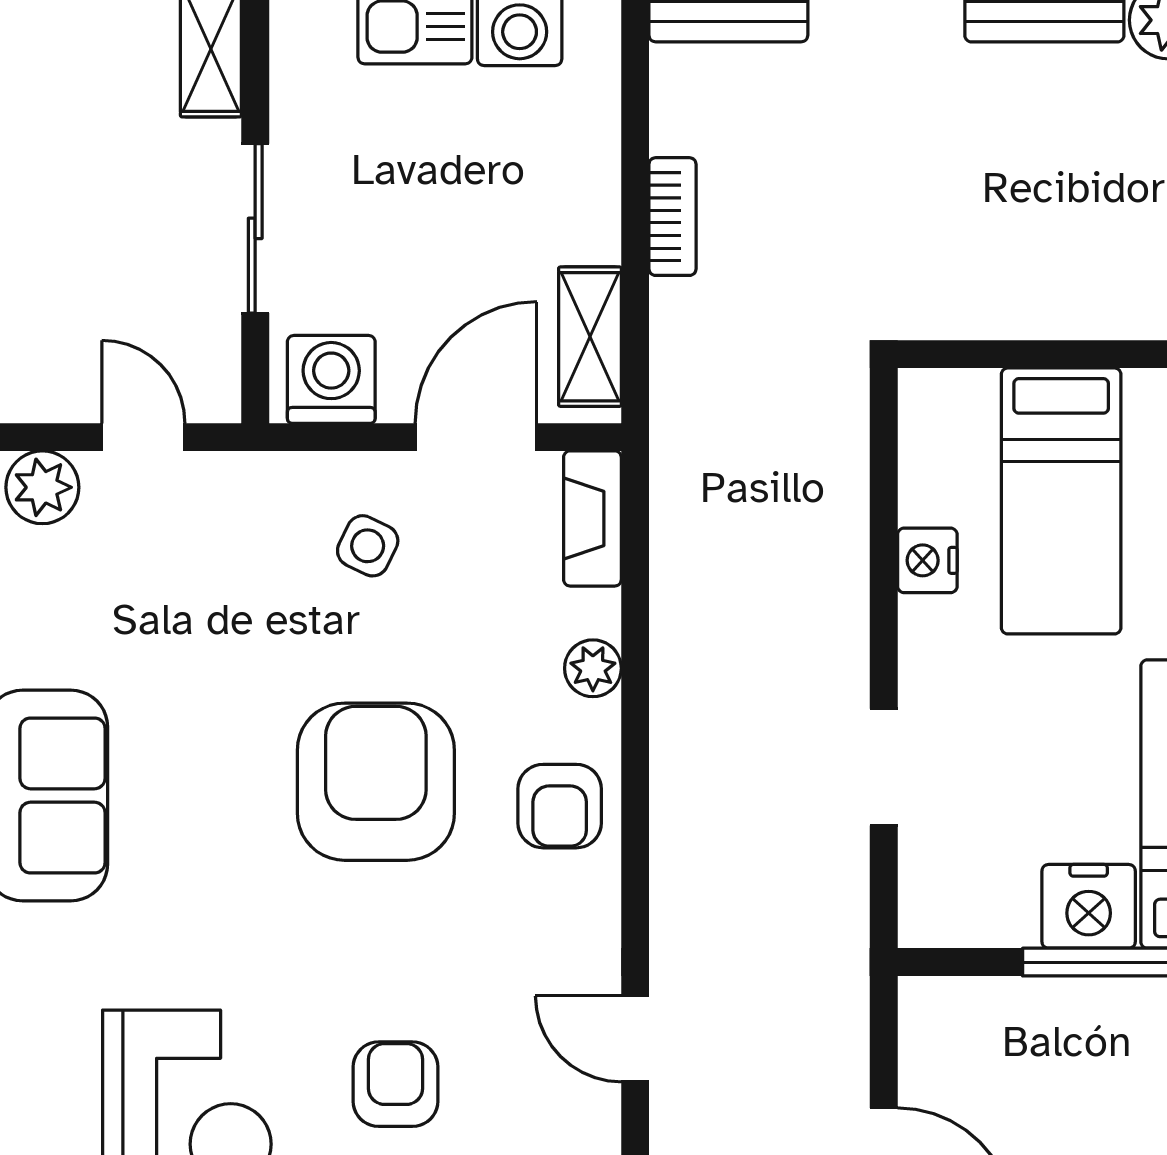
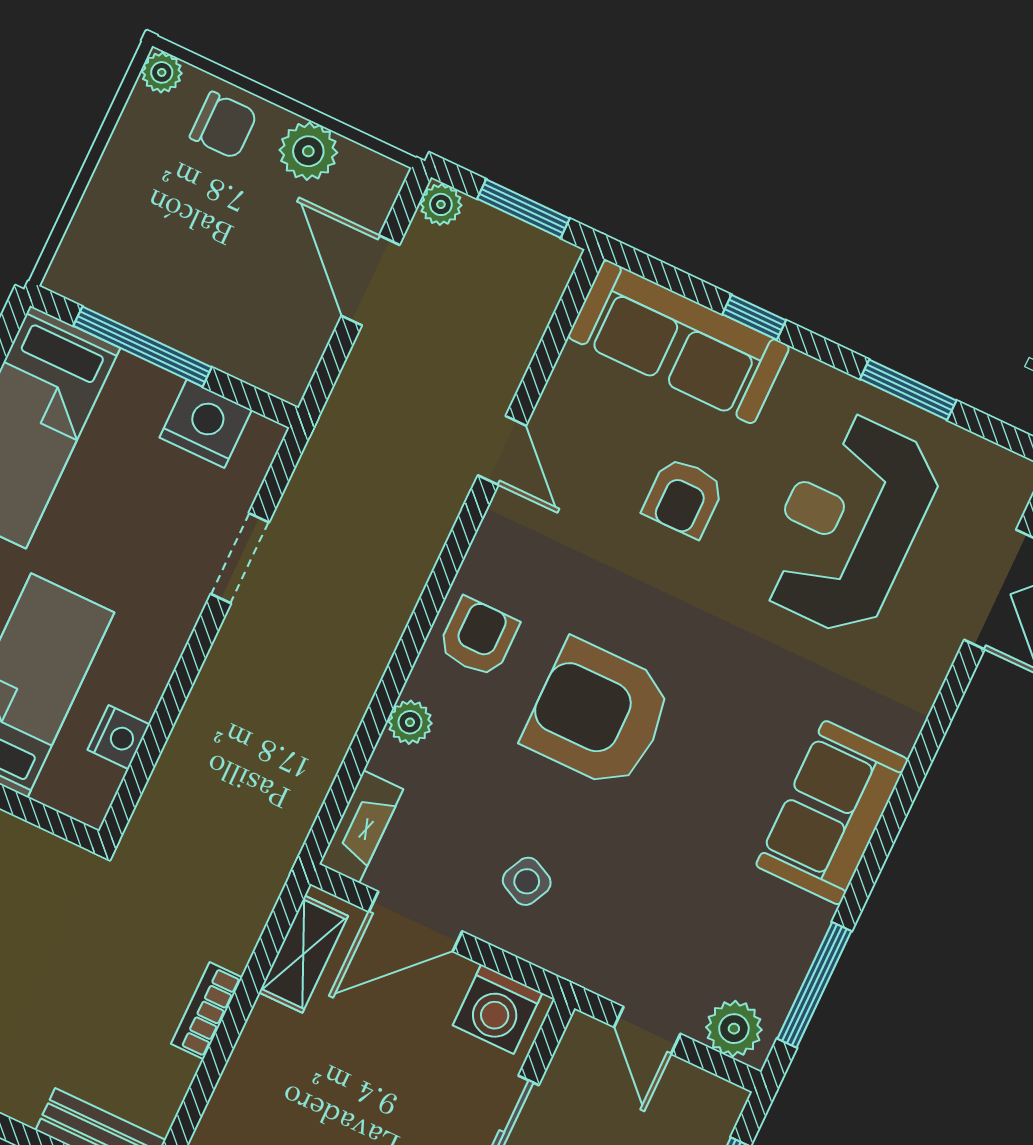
nightstand: (927, 560) -> (119, 737), moved
armchair: (376, 782) -> (598, 714), turned 90
nightstand: (1089, 906) -> (206, 424), moved

